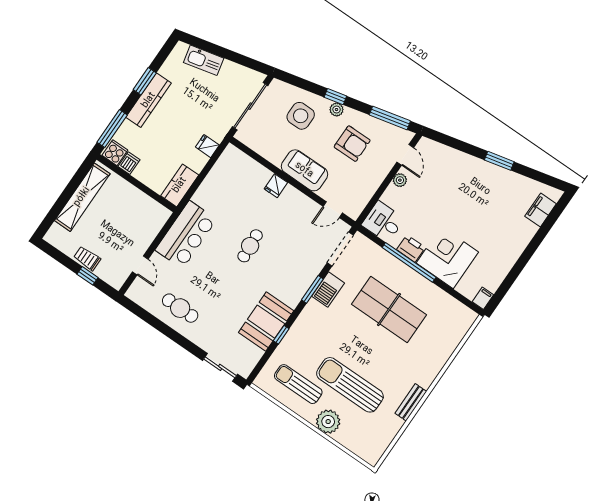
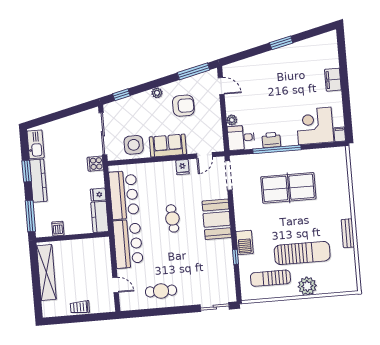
kitchen sink: (204, 60) -> (36, 144), moved, turned -77
window: (335, 97) -> (121, 95), moved
side table: (301, 116) -> (134, 145), moved
fridge: (207, 146) -> (98, 195), moved
cooker: (115, 153) -> (95, 164), moved, turned -90
plant: (400, 180) -> (232, 120), moved
bar counter: (221, 183) -> (124, 195), added
fridge: (276, 186) -> (182, 167), moved
filing cabinet: (541, 210) -> (333, 80), moved
corner desk: (447, 257) -> (315, 126), moved
window: (87, 276) -> (89, 318), removed
window: (312, 289) -> (232, 214), removed
barbecue: (328, 290) -> (245, 243), moved
booth: (266, 322) -> (217, 219), moved
sun lounger: (350, 385) -> (302, 253), turned 180

